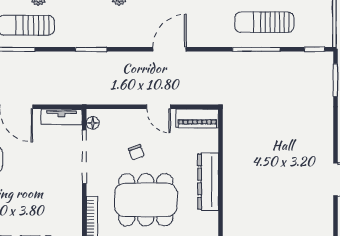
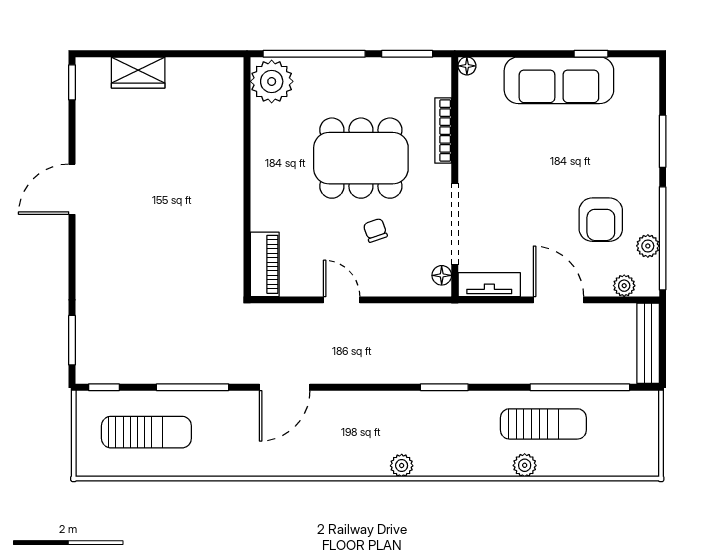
sun lounger: (264, 22) -> (146, 432), moved
door: (170, 49) -> (285, 387), moved
piano: (197, 118) -> (265, 264), moved, turned 90
dresser: (208, 182) -> (266, 186), removed

